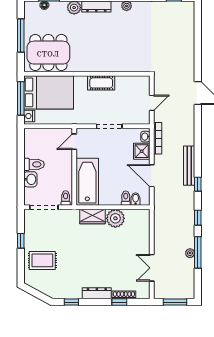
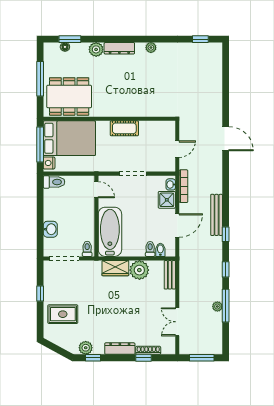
door: (74, 142) -> (96, 190), swing flipped
toilet: (34, 164) -> (54, 182), moved
door: (152, 176) -> (177, 226), swing flipped
bench: (145, 223) -> (170, 275), added
plant: (64, 293) -> (86, 348), added

